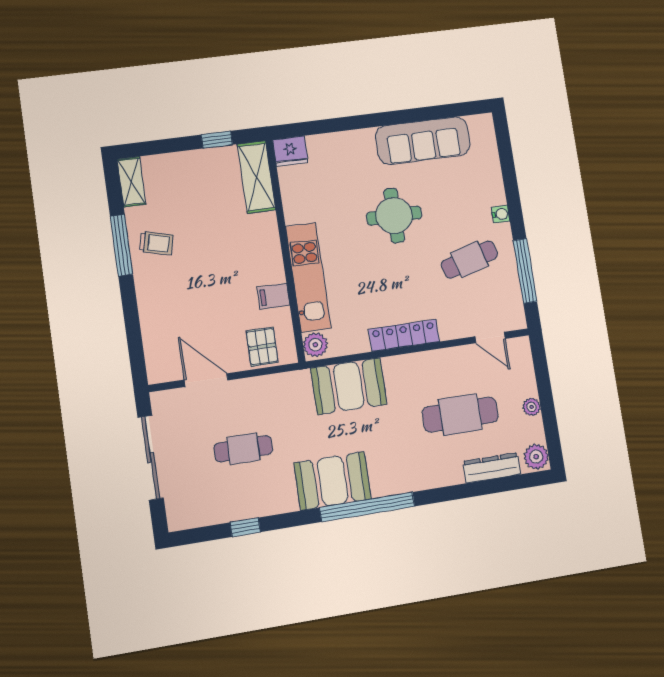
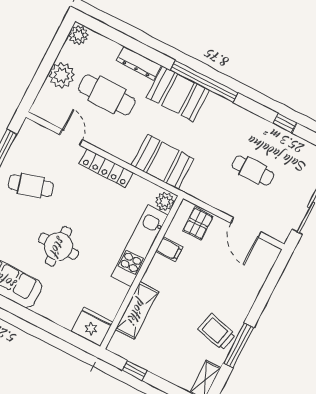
fridge: (290, 151) -> (92, 327), width x1.36, depth x1.34
shelving: (257, 177) -> (137, 311), moved
trolley: (156, 243) -> (217, 332), width x1.36, depth x1.39
door: (490, 338) -> (71, 137), moved
plant: (532, 407) -> (62, 75), width x1.88, depth x1.88
dresser: (492, 468) -> (139, 63), moved
booth: (333, 481) -> (178, 94), moved

